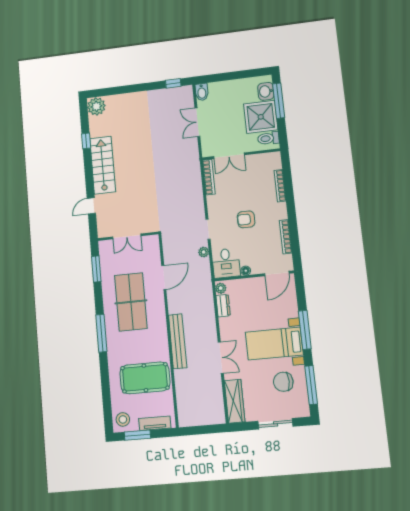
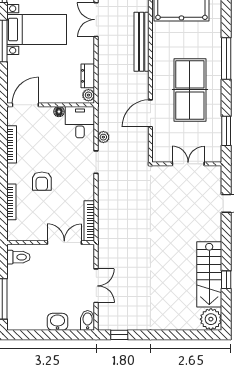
washbasin: (266, 91) -> (57, 322), moved, turned -90
shower: (261, 117) -> (24, 283), removed
stairs: (103, 165) -> (209, 274), moved
armchair: (246, 219) -> (42, 181), moved, turned 90

